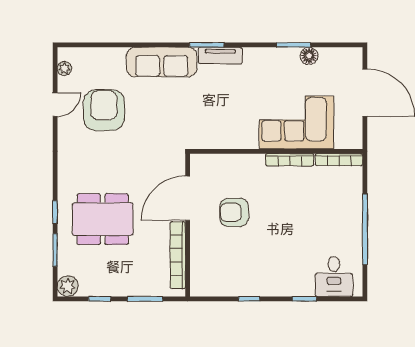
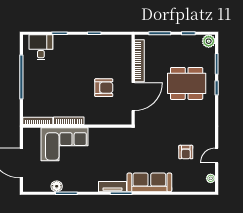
armchair: (104, 110) -> (186, 152), width x0.53, depth x0.53

